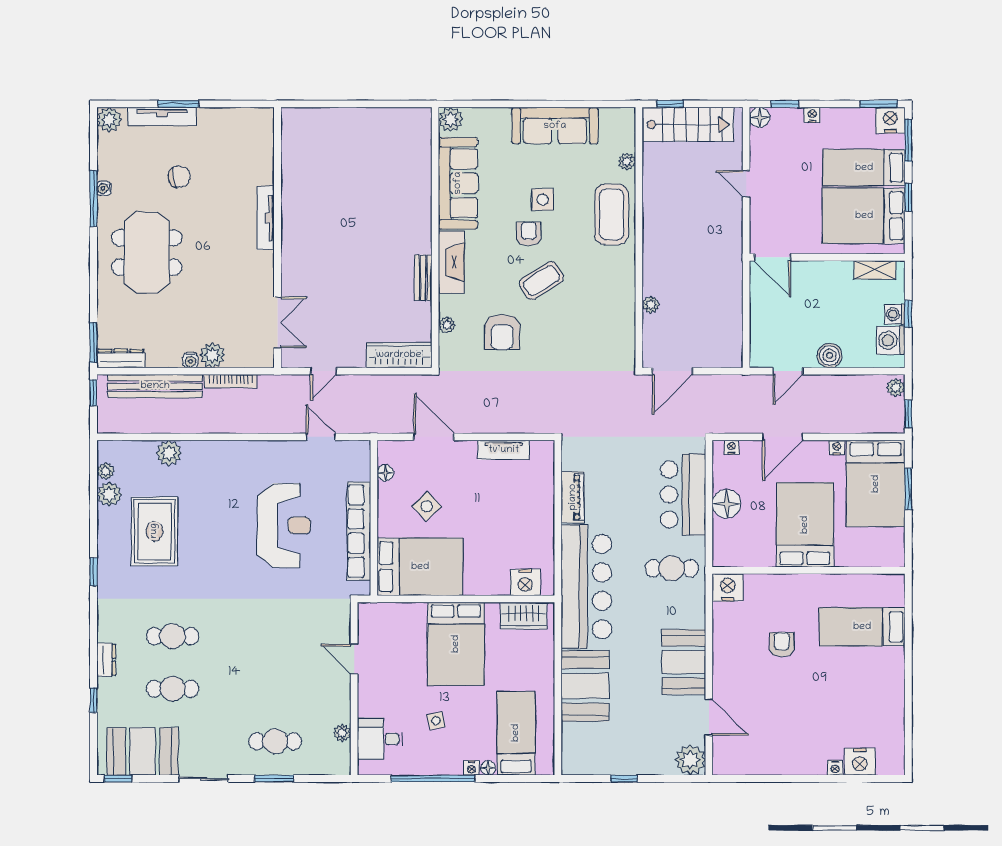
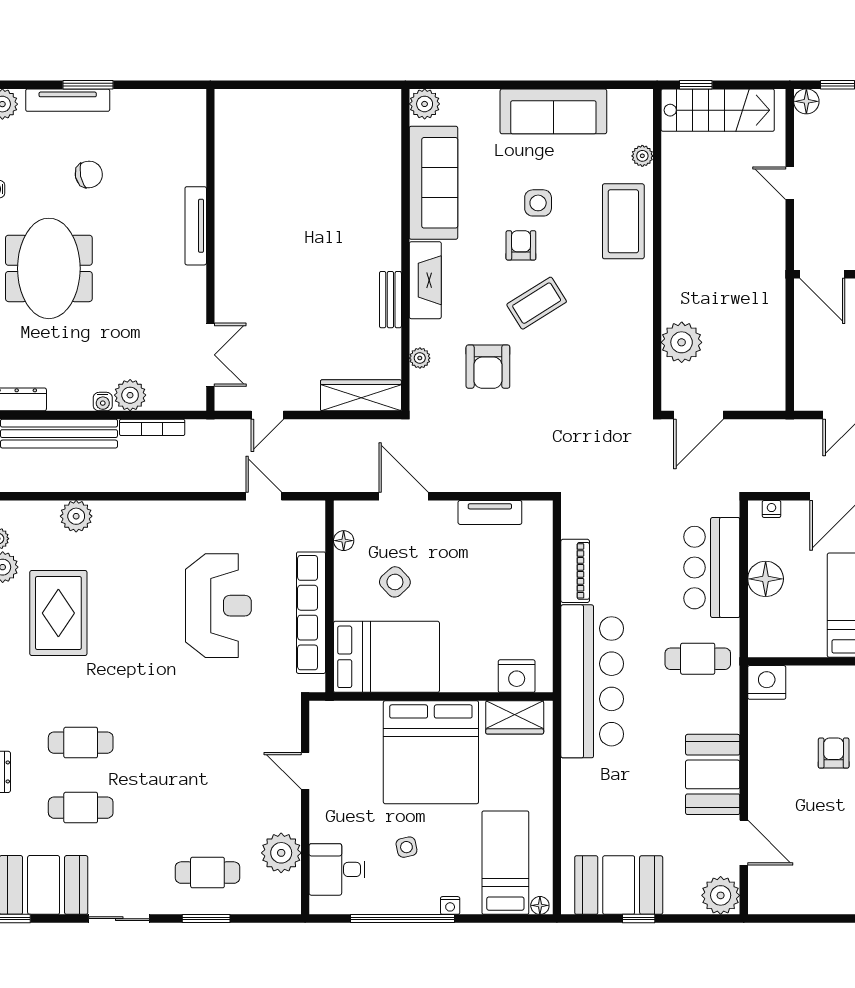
plant: (651, 305) -> (682, 342), width x1.87, depth x1.87
bed: (456, 644) -> (431, 752), width x1.36
booth: (585, 686) -> (619, 885), moved, turned 90
plant: (342, 733) -> (281, 853), width x1.88, depth x1.88
floor lamp: (488, 768) -> (540, 905), moved

